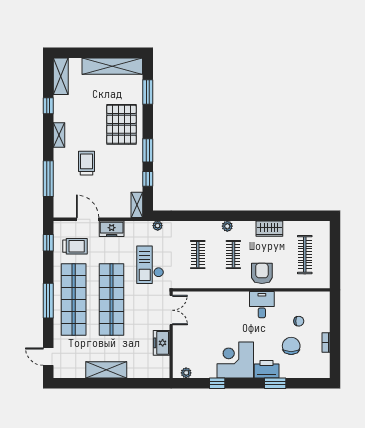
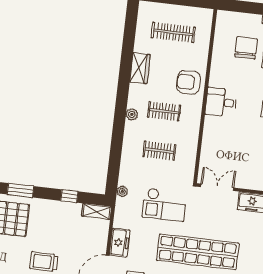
window: (148, 150) -> (20, 190), moved
desk: (262, 305) -> (221, 102), moved
chair: (299, 321) -> (246, 48), width x1.87, depth x1.87

